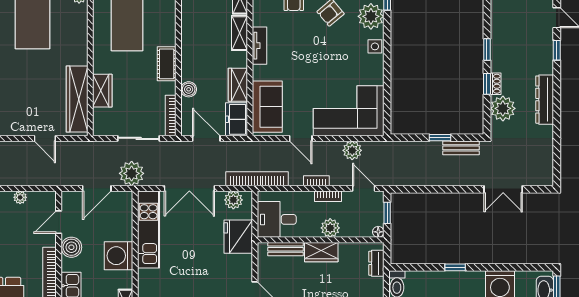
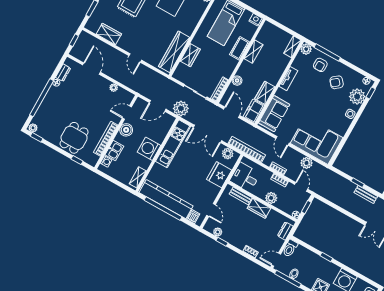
shelving: (239, 33) -> (253, 52), moved
cot: (167, 64) -> (240, 48), moved
door: (45, 138) -> (135, 58), moved

